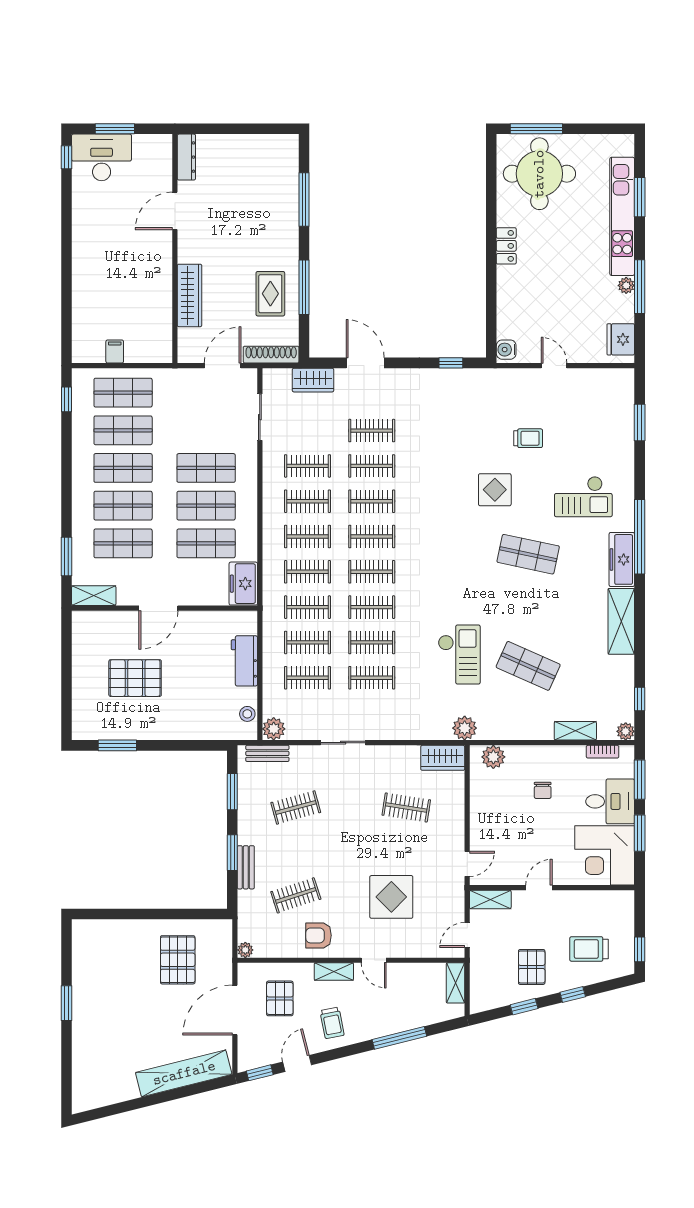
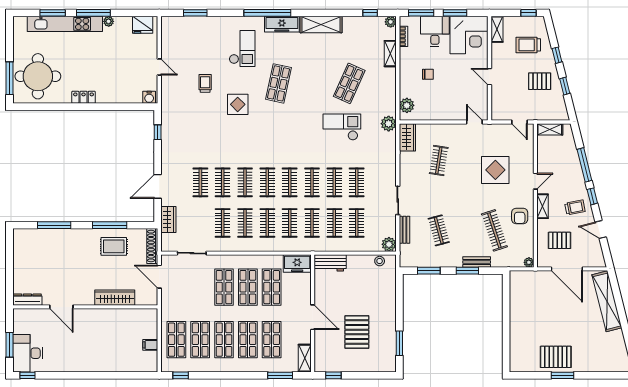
window: (640, 287) -> (93, 13), moved
door: (554, 366) -> (159, 67), swing flipped
window: (67, 641) -> (333, 375), added
workbench: (244, 661) -> (330, 263), moved
bench: (267, 753) -> (405, 230), moved
clothes rail: (296, 895) -> (494, 230), width x1.36
shelving: (490, 900) -> (497, 29), moved
trolley: (589, 949) -> (528, 45), turned 90
pallet: (178, 960) -> (556, 357), moved
window: (260, 1073) -> (592, 196), moved

